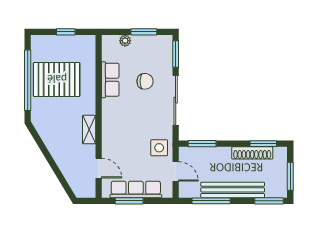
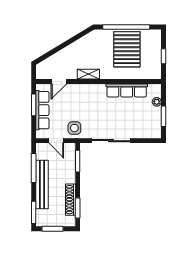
window: (176, 54) -> (147, 141), removed
row of seats: (110, 80) -> (127, 90), width x1.48
chair: (145, 81) -> (125, 117), removed
door: (176, 171) -> (56, 141), hinge flipped

